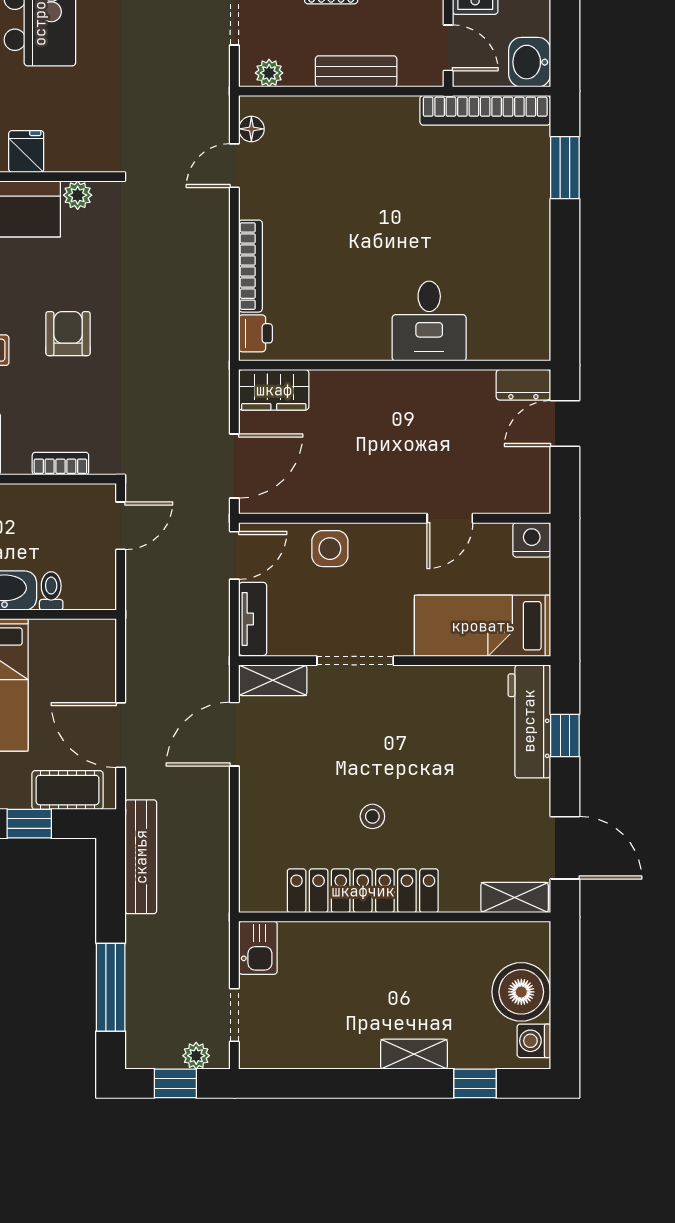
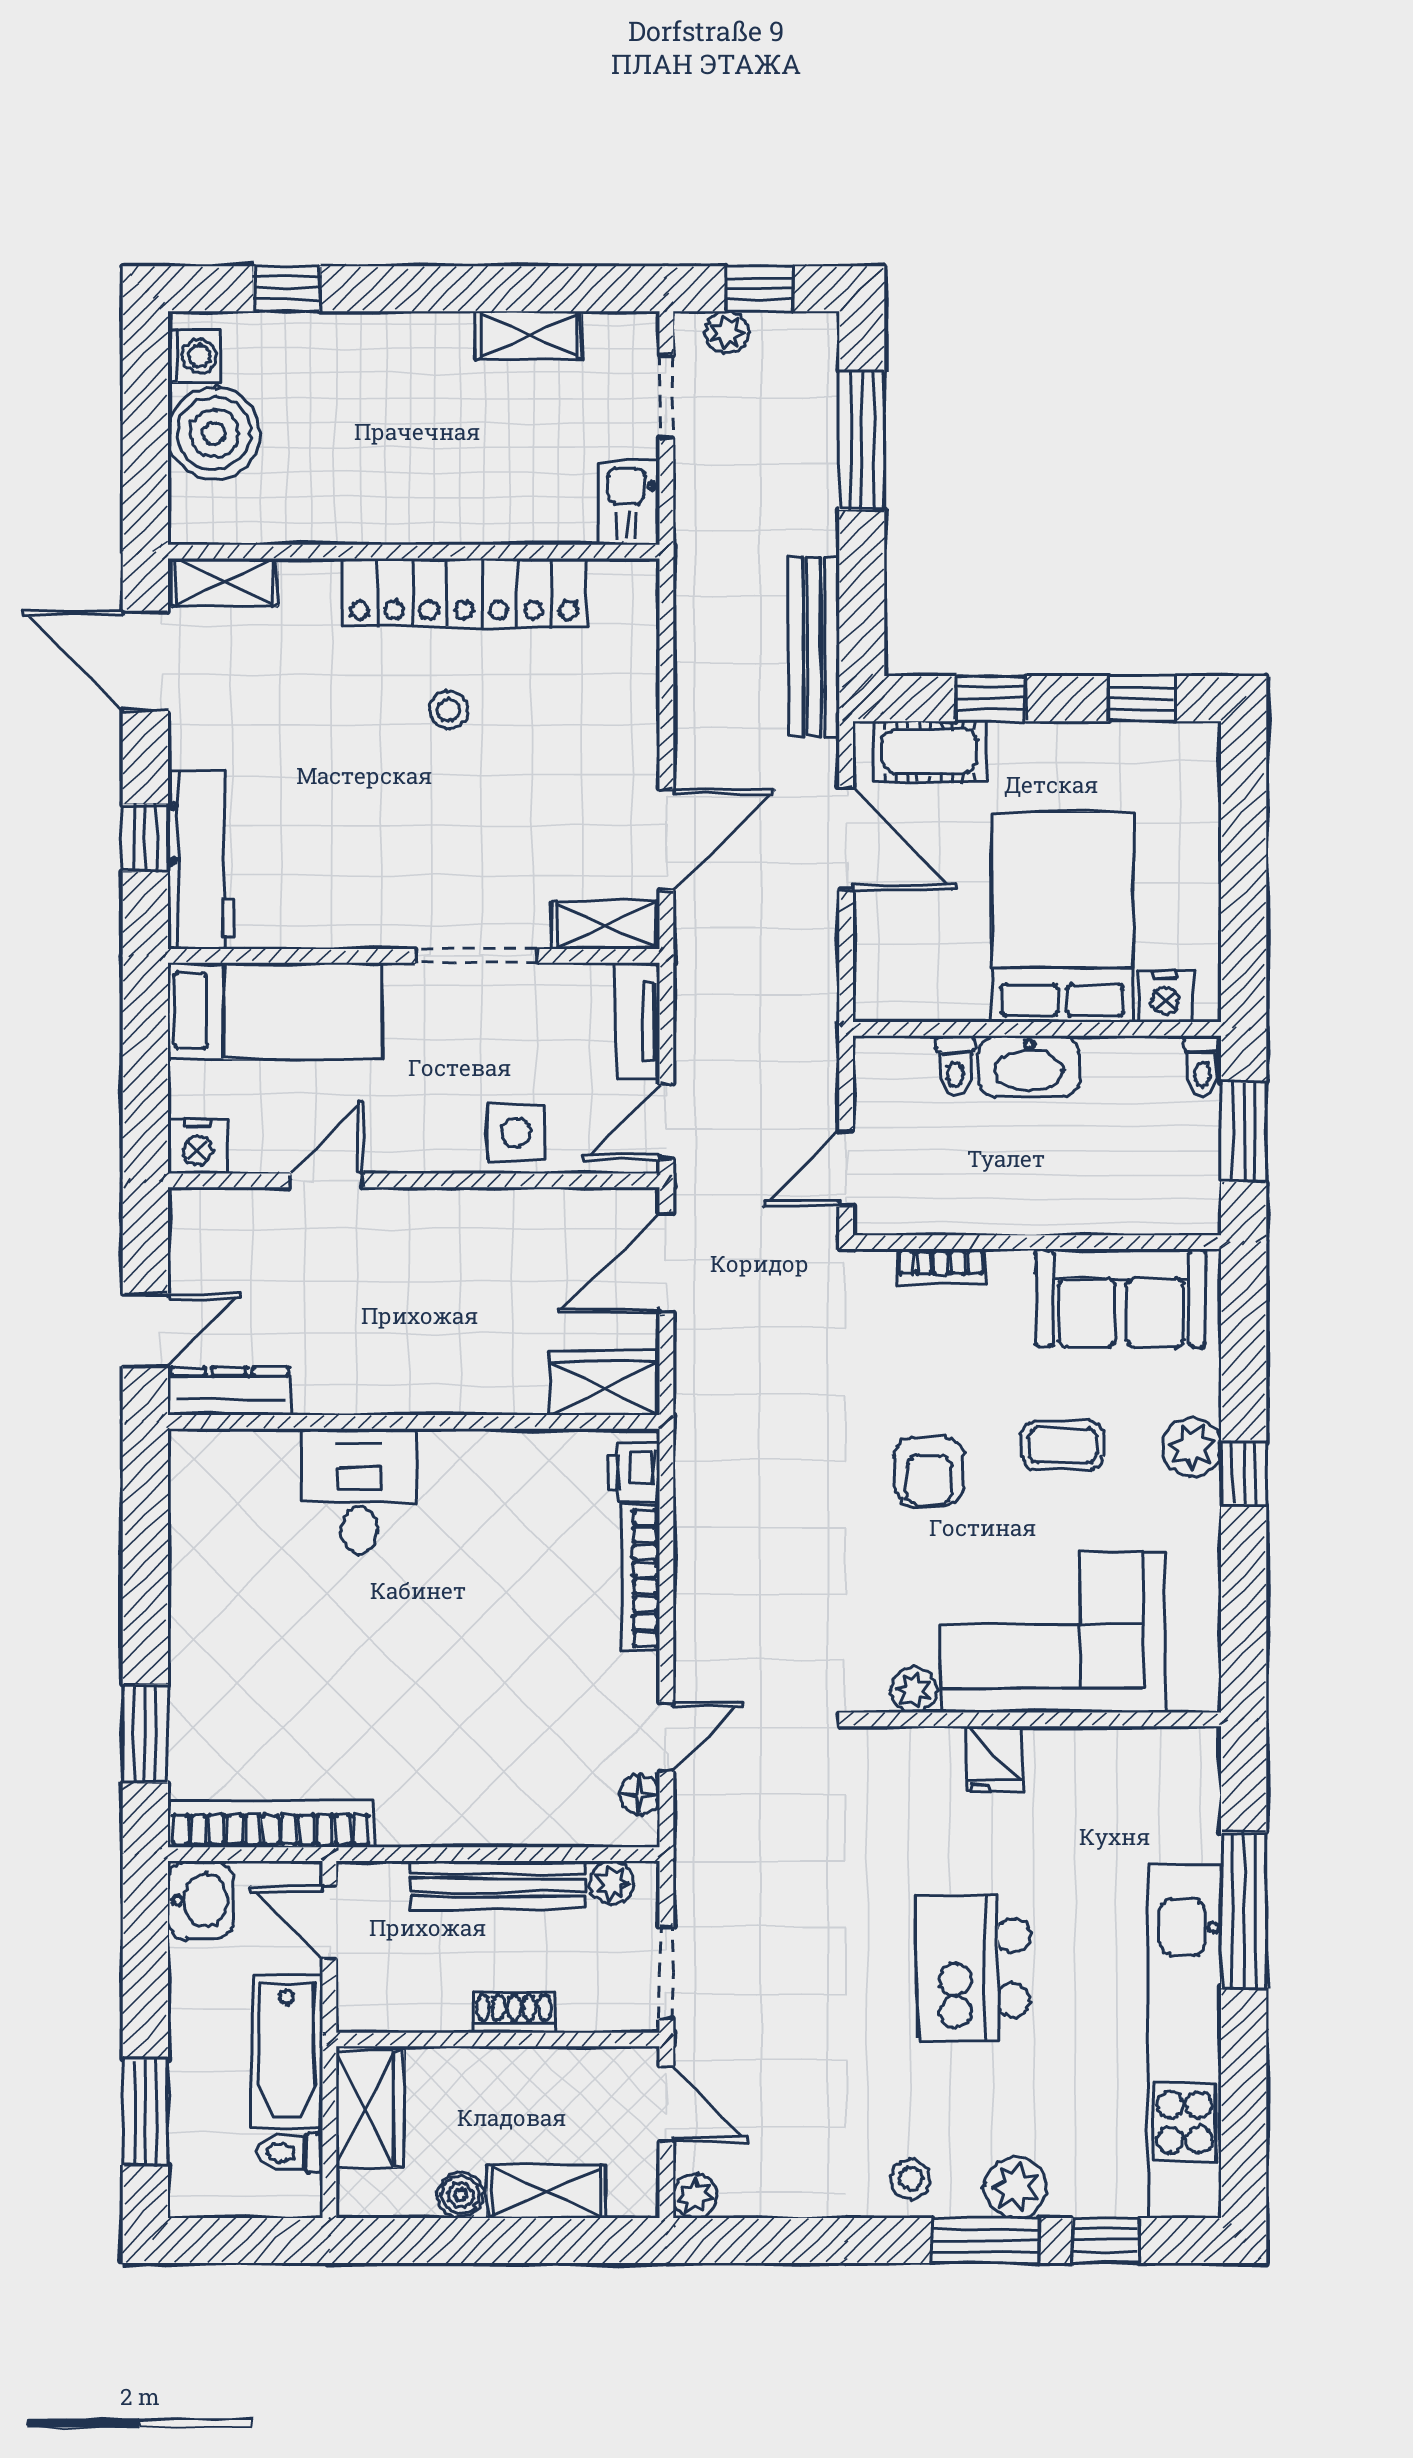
bench: (356, 71) -> (498, 1885), width x1.36
dresser: (523, 385) -> (229, 1391), width x1.44
shelving: (414, 1054) -> (528, 335), moved

